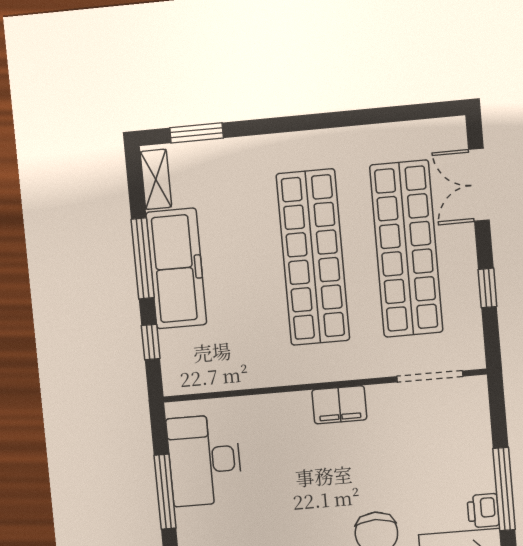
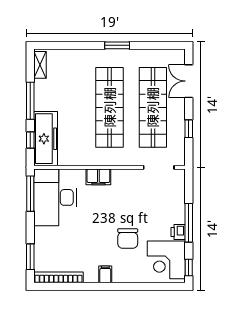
window: (197, 133) -> (117, 45), moved
freezer: (176, 268) -> (46, 139), moved
filing cabinet: (339, 405) -> (98, 177), moved
desk: (205, 460) -> (55, 197), width x1.36, depth x1.30
window: (165, 492) -> (30, 194), moved

